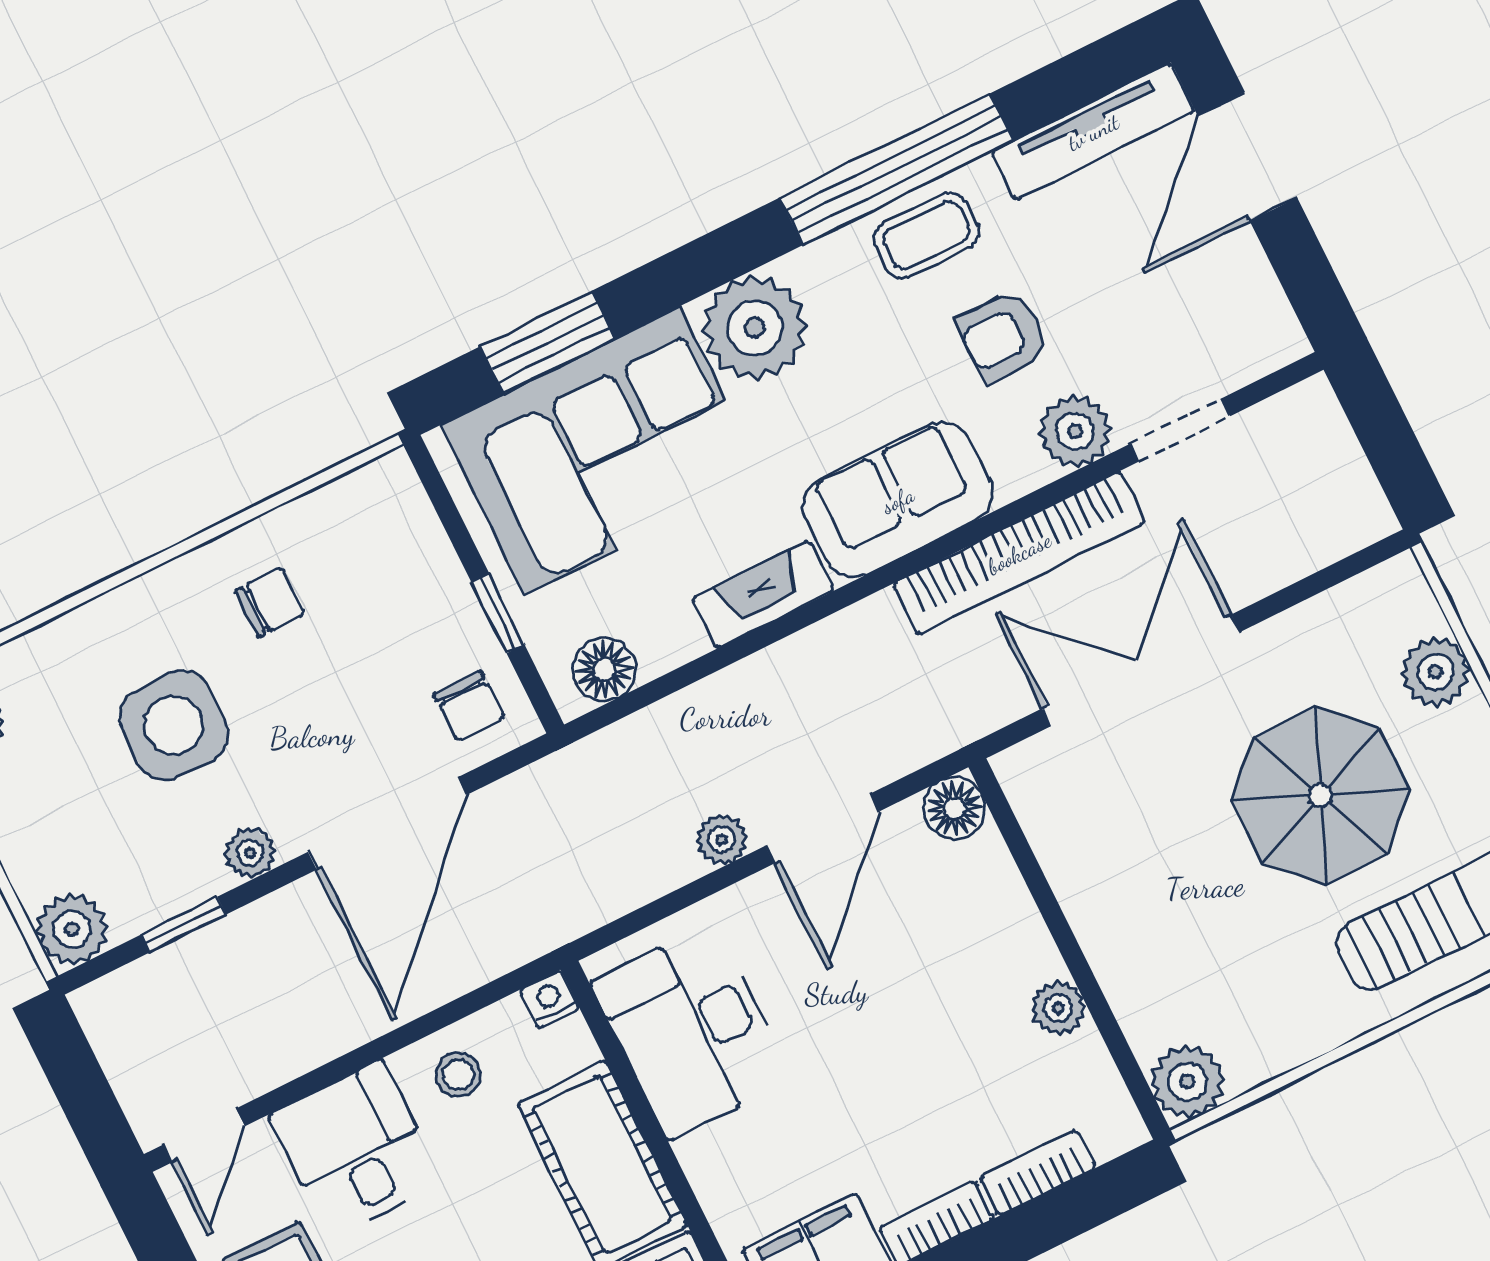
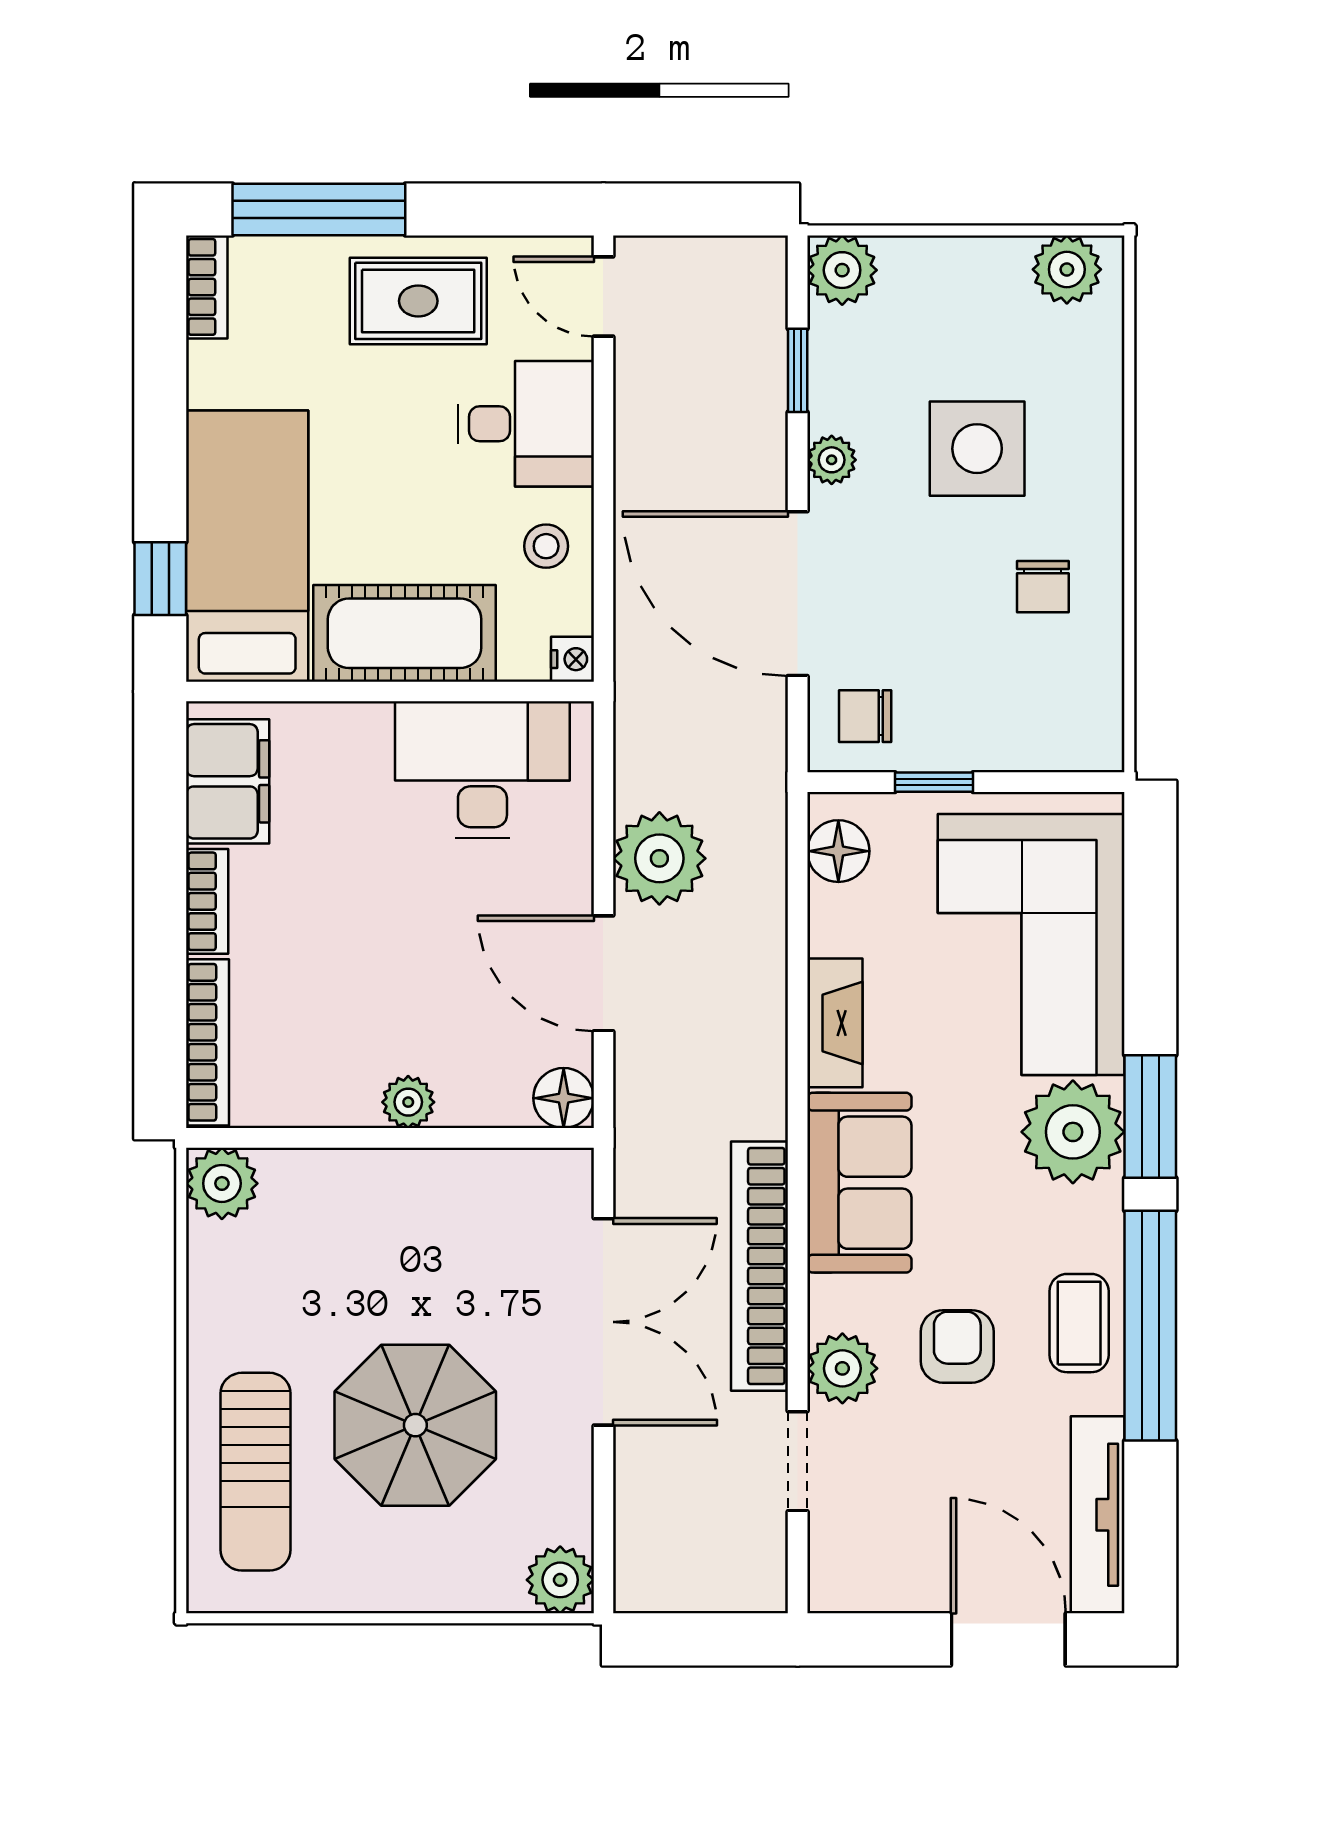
window: (548, 342) -> (1150, 1117), moved
plant: (1435, 672) -> (560, 1580), moved
plant: (722, 839) -> (659, 858), width x1.88, depth x1.88
plant: (1058, 1008) -> (408, 1102), moved
bookcase: (1038, 1173) -> (207, 1042), width x1.56

